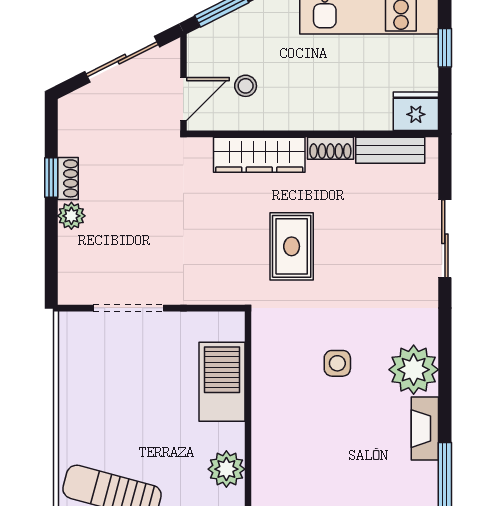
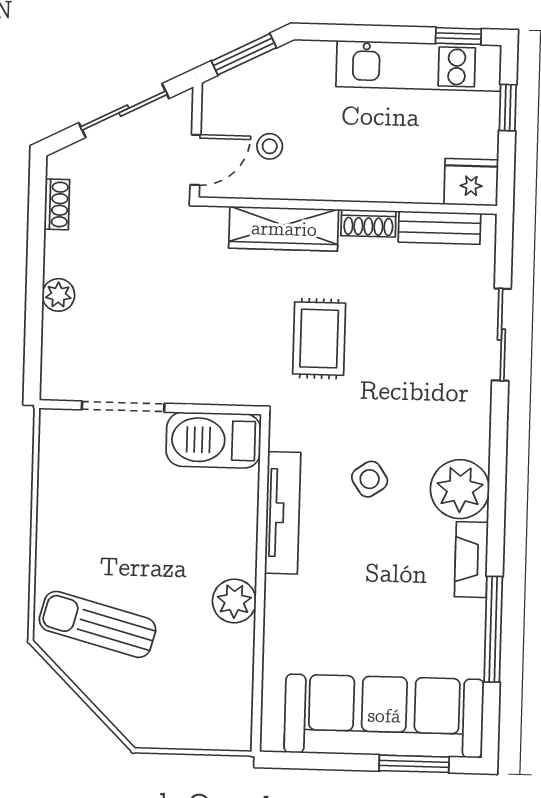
window: (51, 178) -> (36, 249), removed
shoe rack: (68, 178) -> (57, 204), moved
side table: (337, 363) -> (370, 479), turned -34
barbecue: (222, 382) -> (213, 440), moved, turned -90
tv unit: (265, 394) -> (283, 513), added

